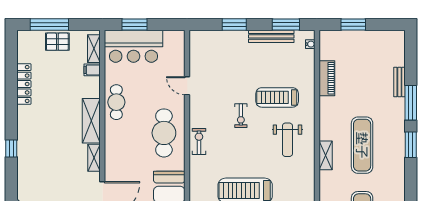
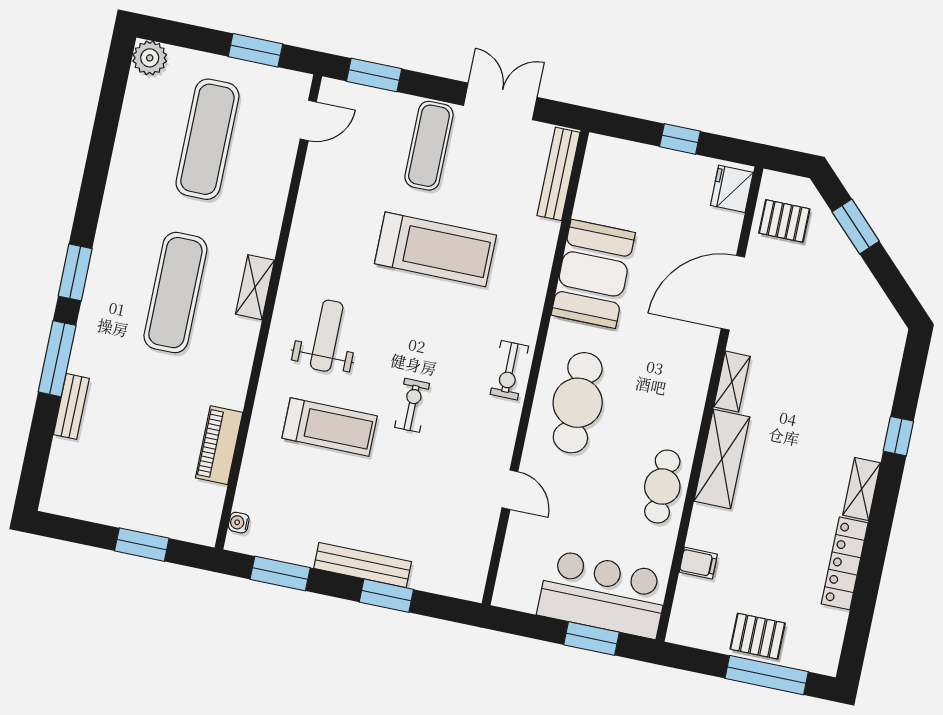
bench: (271, 36) -> (363, 565), moved
shelving: (94, 49) -> (862, 489), moved

